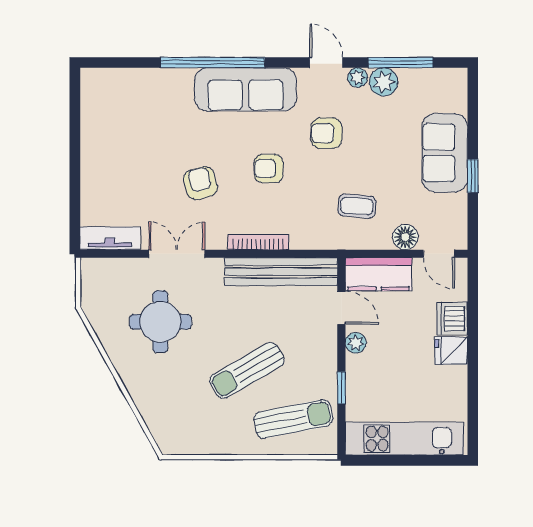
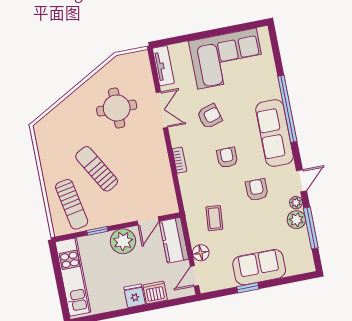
corner sofa: (118, 139) -> (227, 59), added
bookcase: (258, 242) -> (179, 160), width x0.64
bench: (281, 272) -> (163, 178), removed
plant: (356, 343) -> (123, 241), width x1.87, depth x1.87

